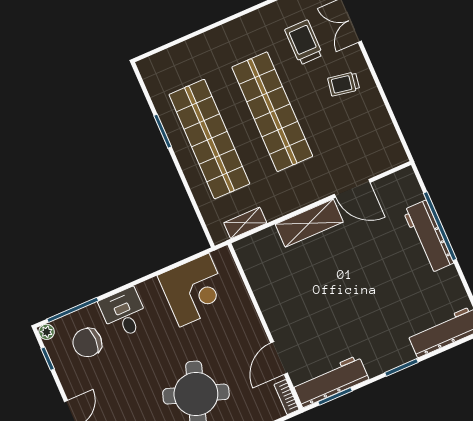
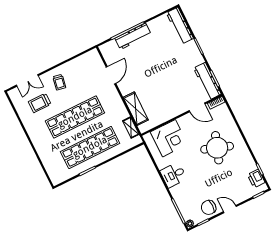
shelving: (309, 223) -> (136, 109), moved
corner desk: (194, 290) -> (169, 138), moved, turned 90
desk: (124, 313) -> (173, 175), moved
chair: (87, 343) -> (209, 207), moved, turned 90

